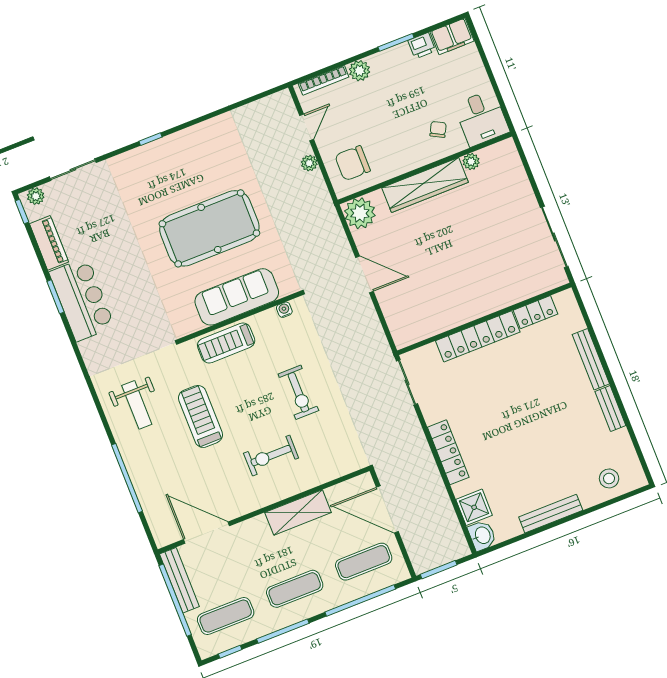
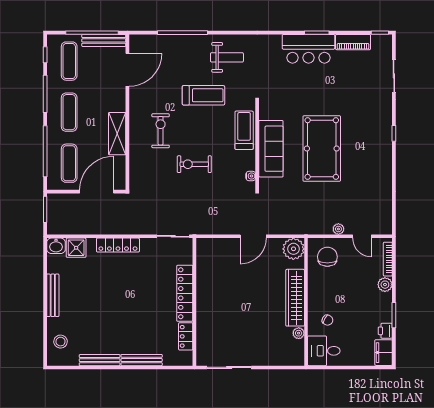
plant: (36, 196) -> (386, 45), removed
weight bench: (137, 405) -> (227, 57), turned 180
bench: (610, 408) -> (100, 360), width x1.36

